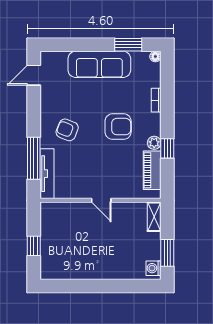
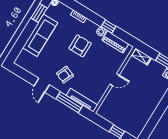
door: (34, 75) -> (42, 85), moved

